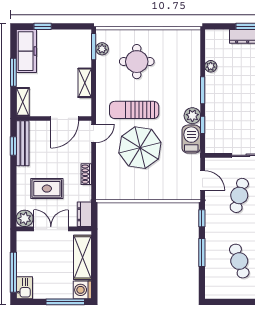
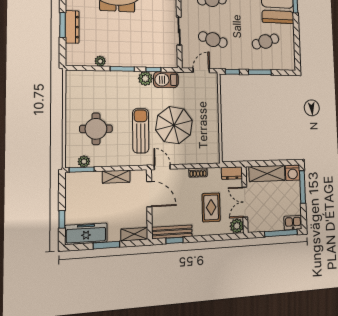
sun lounger: (134, 110) -> (141, 131), turned 180

